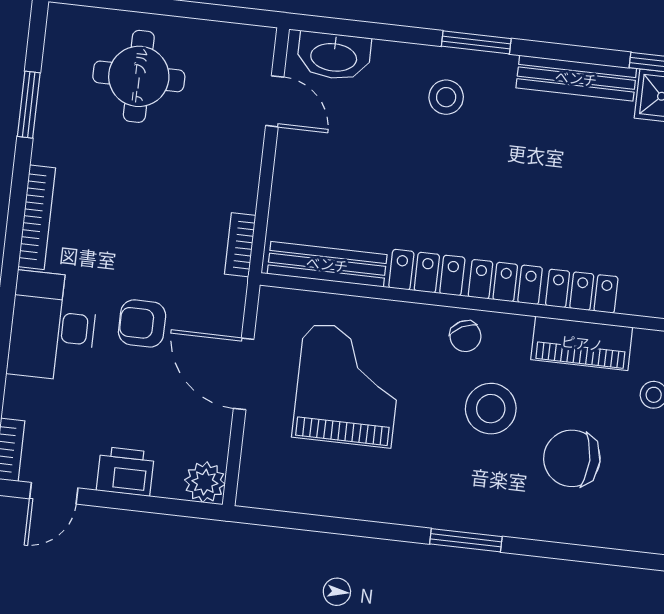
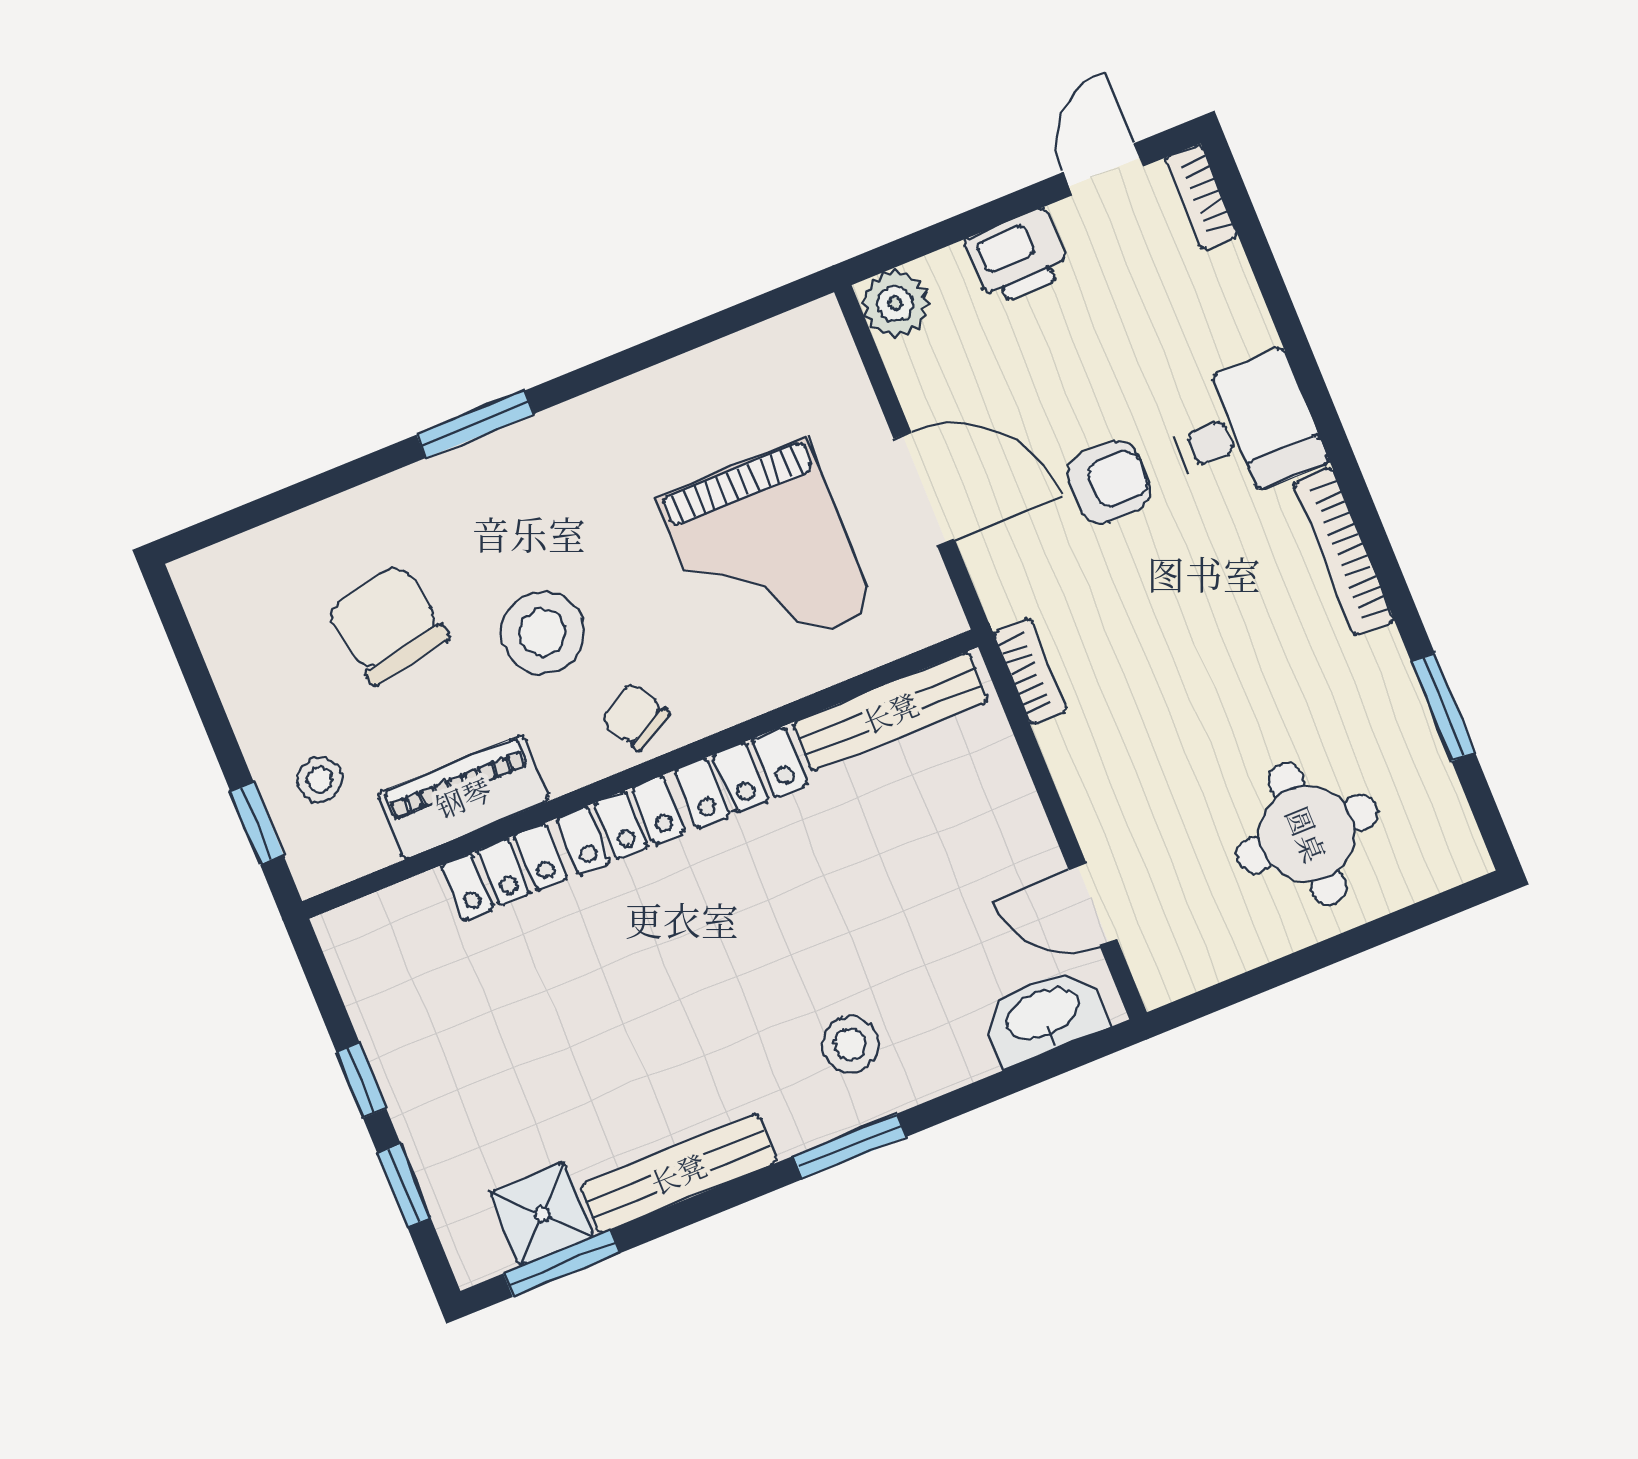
desk: (53, 326) -> (1244, 429), width x0.73
chair: (572, 458) -> (387, 625), turned -101

